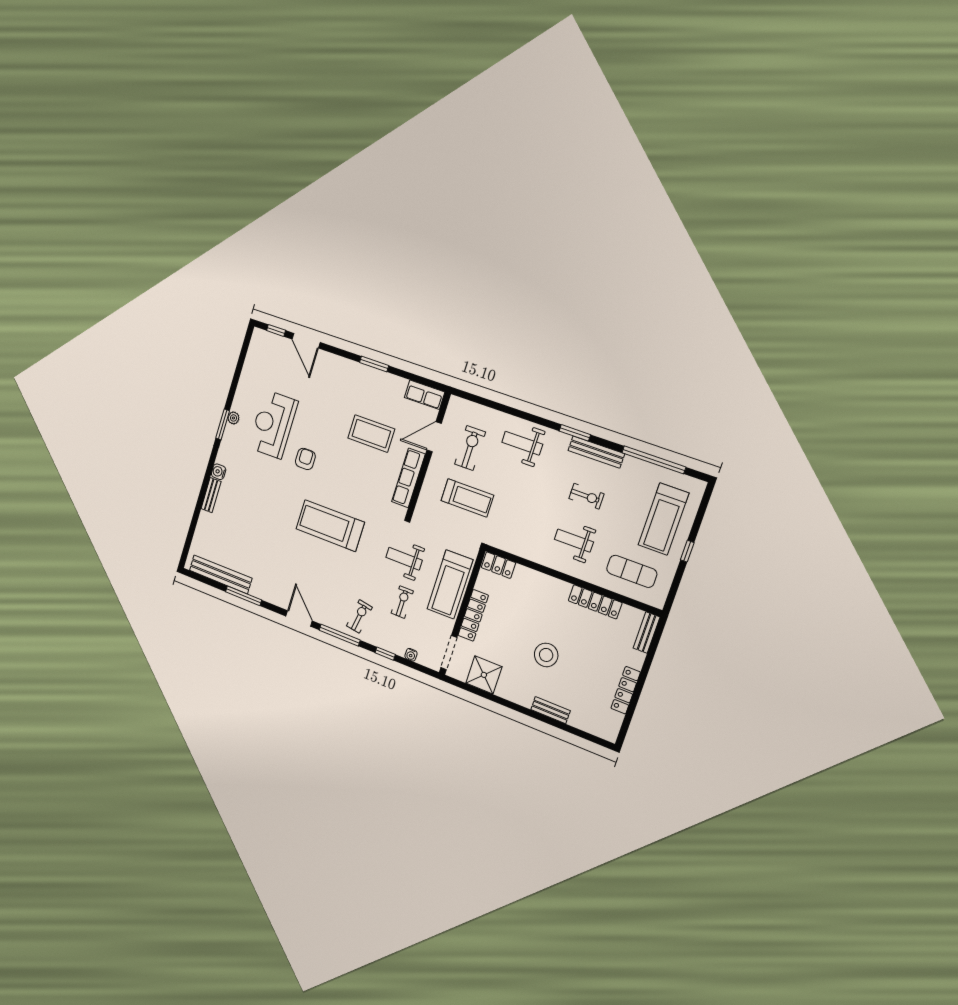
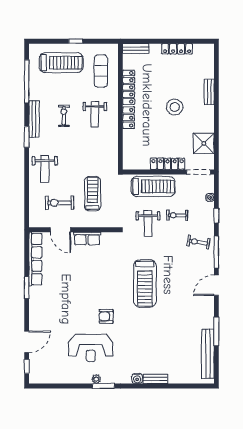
row of seats: (425, 395) -> (35, 259), width x2.02
coffee table: (371, 434) -> (73, 274), removed
row of seats: (408, 478) -> (87, 239), width x0.68
locker: (498, 565) -> (129, 118), moved

